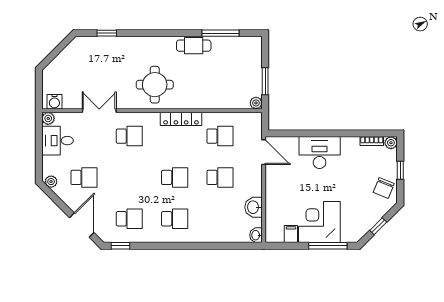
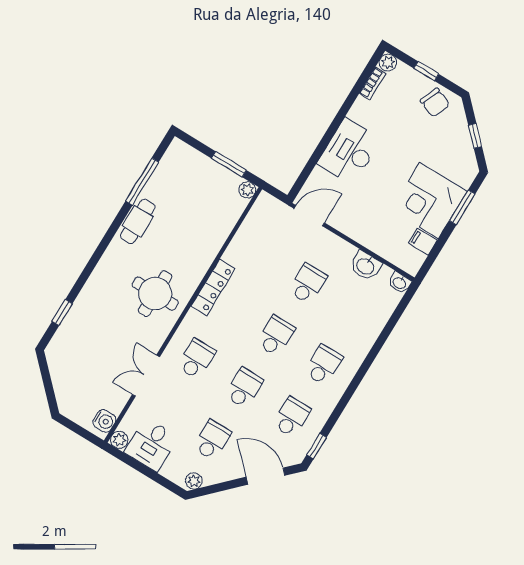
school desk: (220, 136) -> (244, 388), moved
window: (328, 246) -> (462, 207), width x0.69

